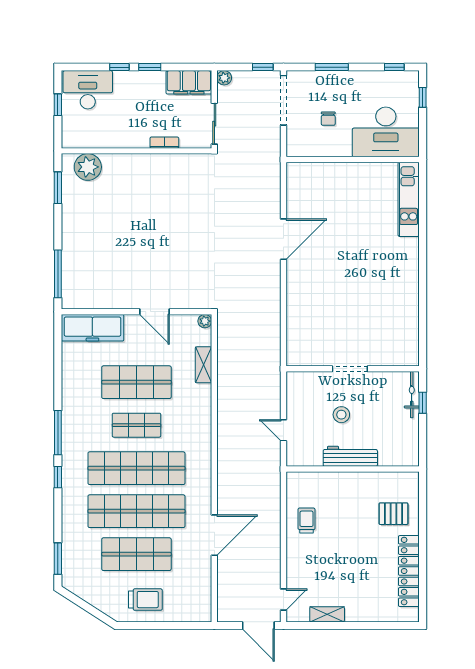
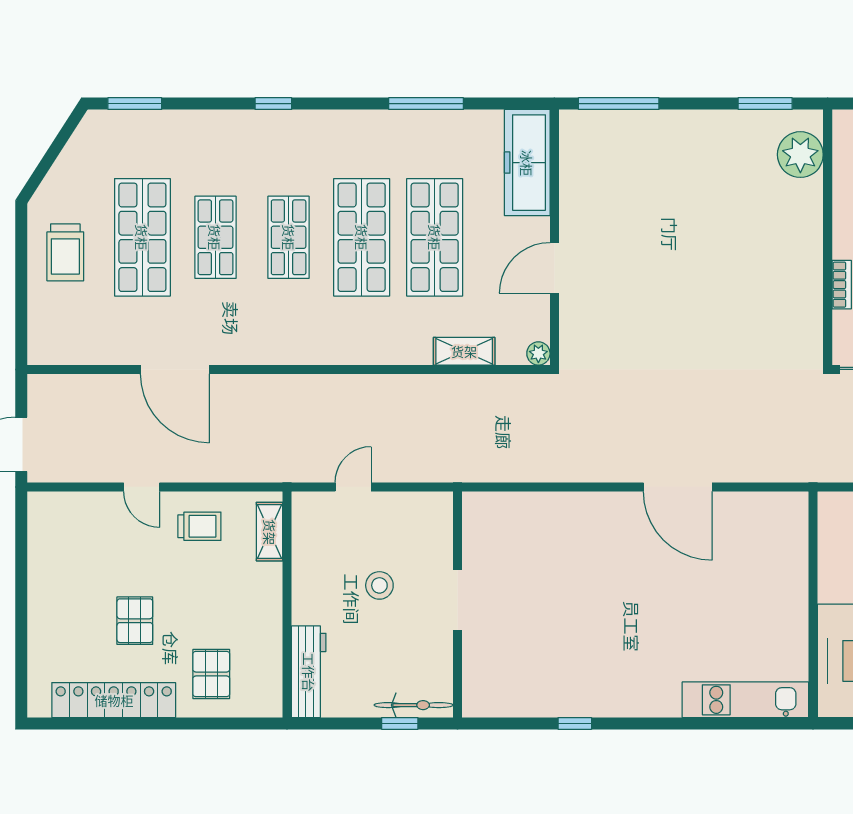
window: (423, 300) -> (575, 723), added
shop shelf: (136, 425) -> (362, 237), width x1.43, depth x1.36
window: (58, 433) -> (426, 104), moved
workbench: (350, 456) -> (309, 672), moved
shop shelf: (136, 468) -> (289, 237), width x0.50, depth x0.74
shop shelf: (136, 511) -> (215, 237), width x0.50, depth x0.74
pallet: (362, 559) -> (135, 621), added
door: (283, 600) -> (142, 487), moved
shelving: (327, 614) -> (270, 532), moved

